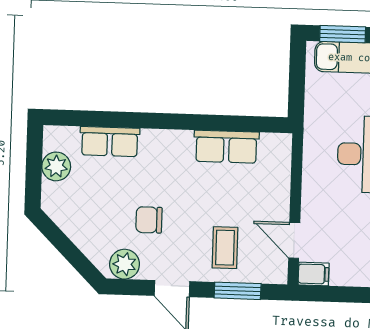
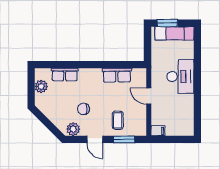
door: (294, 240) -> (149, 96), moved

